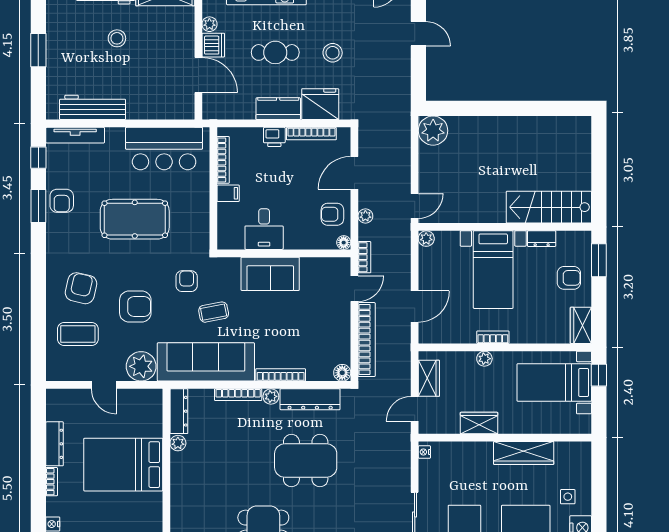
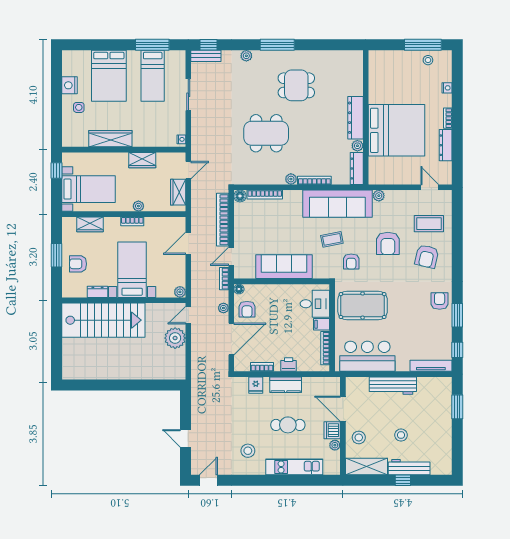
stool: (176, 35) -> (359, 437), added
window: (38, 50) -> (457, 407), moved
stool: (333, 53) -> (248, 451), moved
fridge: (320, 104) -> (256, 385), width x0.53, depth x0.75
workbench: (93, 107) -> (393, 386), moved
plant: (433, 131) -> (175, 338), moved
bookcase: (311, 134) -> (262, 367), width x0.64
door: (354, 173) -> (231, 339), width x1.36
armchair: (62, 201) -> (440, 301), moved
stairs: (549, 207) -> (103, 320), width x1.36, depth x1.51
armchair: (332, 214) -> (247, 309), turned 90
pool table: (135, 219) -> (363, 306), moved
desk: (264, 229) -> (315, 304), moved, turned 90
window: (599, 260) -> (57, 255), moved
sofa: (270, 274) -> (284, 267), width x1.36
armchair: (135, 306) -> (388, 243), turned -90
wardrobe: (581, 325) -> (90, 224), moved, turned 90
plant: (141, 366) -> (379, 196), width x0.53, depth x0.53
bookcase: (281, 375) -> (265, 195), moved
window: (599, 375) -> (57, 170), moved
door: (104, 385) -> (430, 187), moved
dresser: (310, 399) -> (355, 118), moved, turned -90
bed: (123, 465) -> (397, 130), width x1.36

